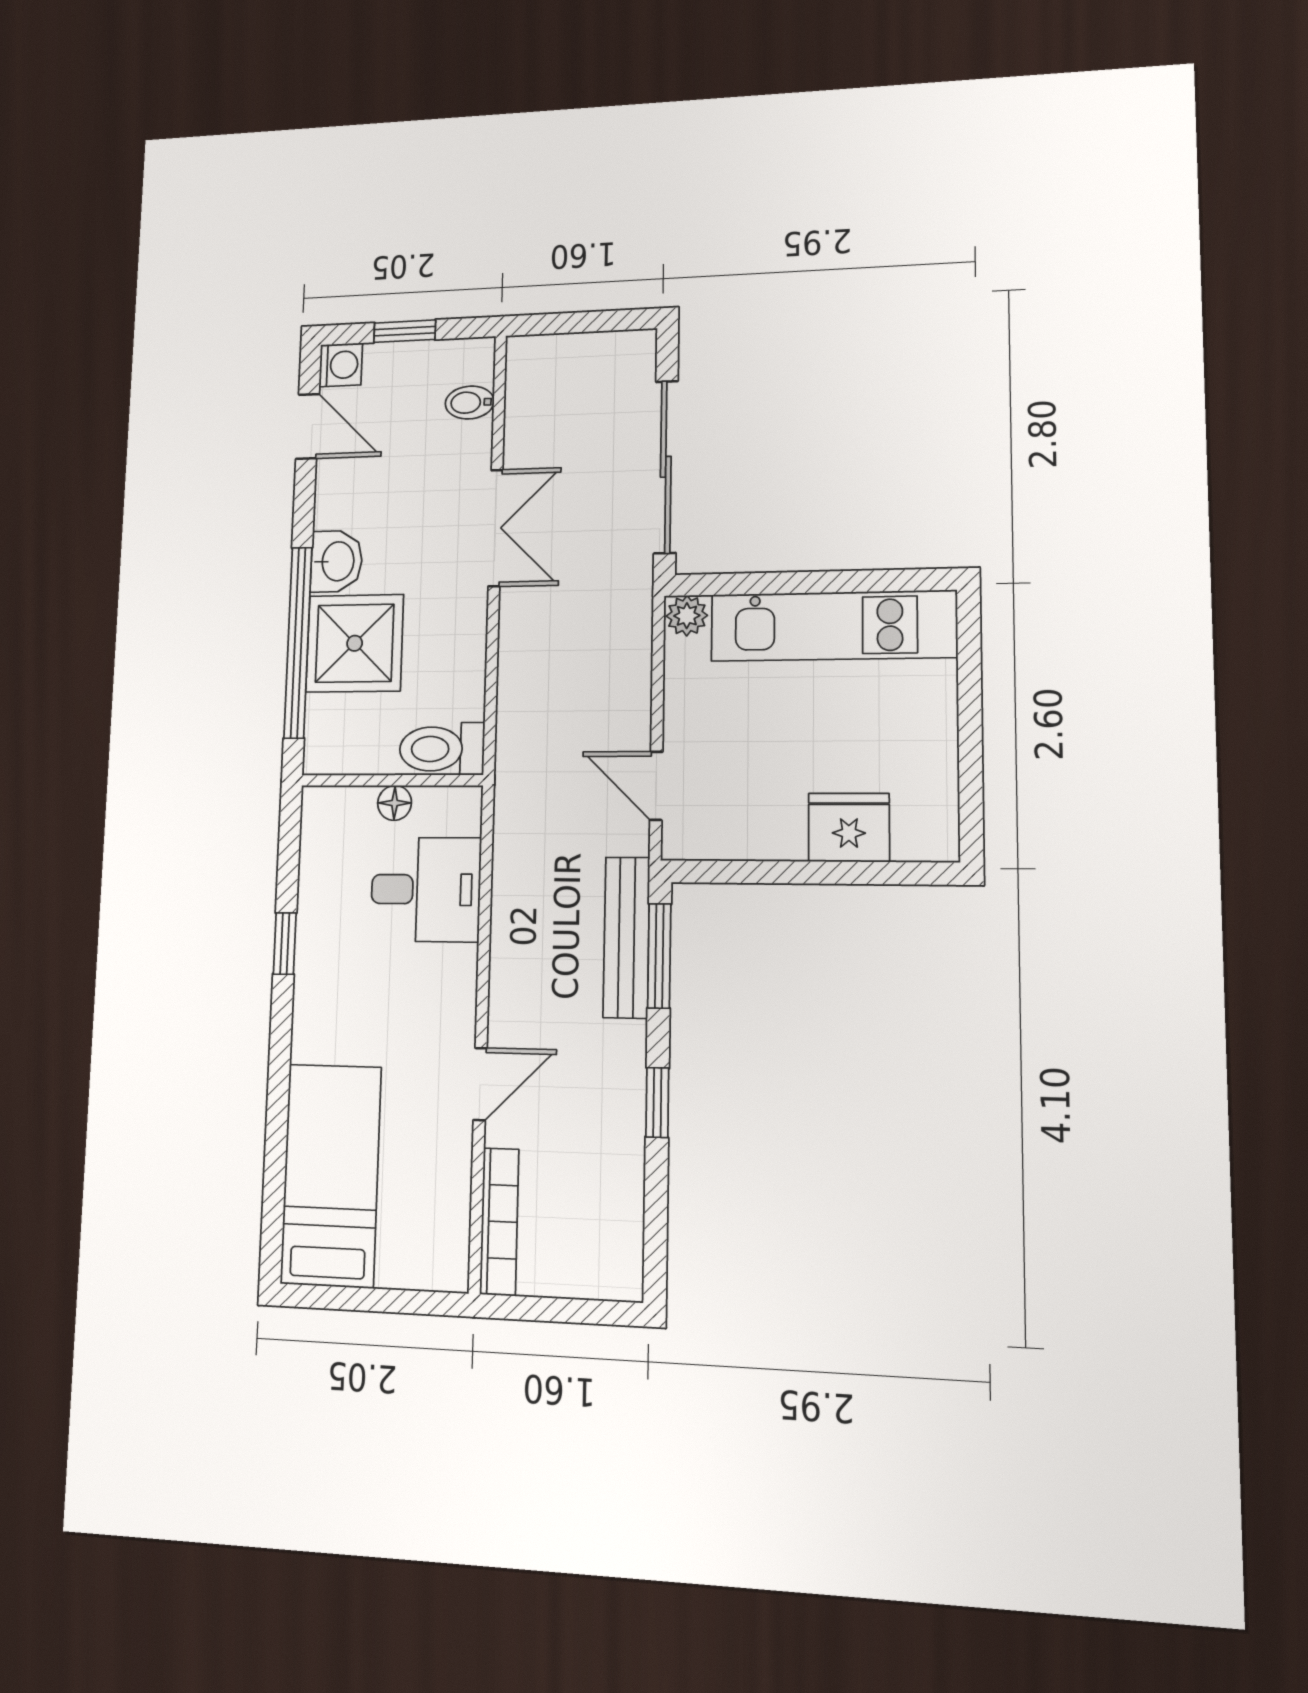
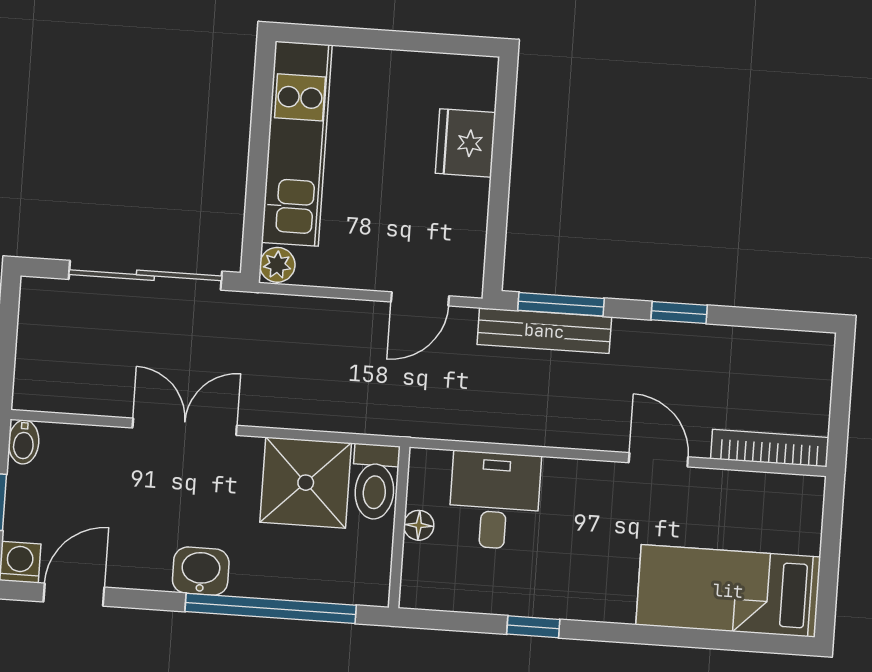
bidet: (470, 403) -> (24, 442), moved
shower: (355, 643) -> (306, 483), moved

